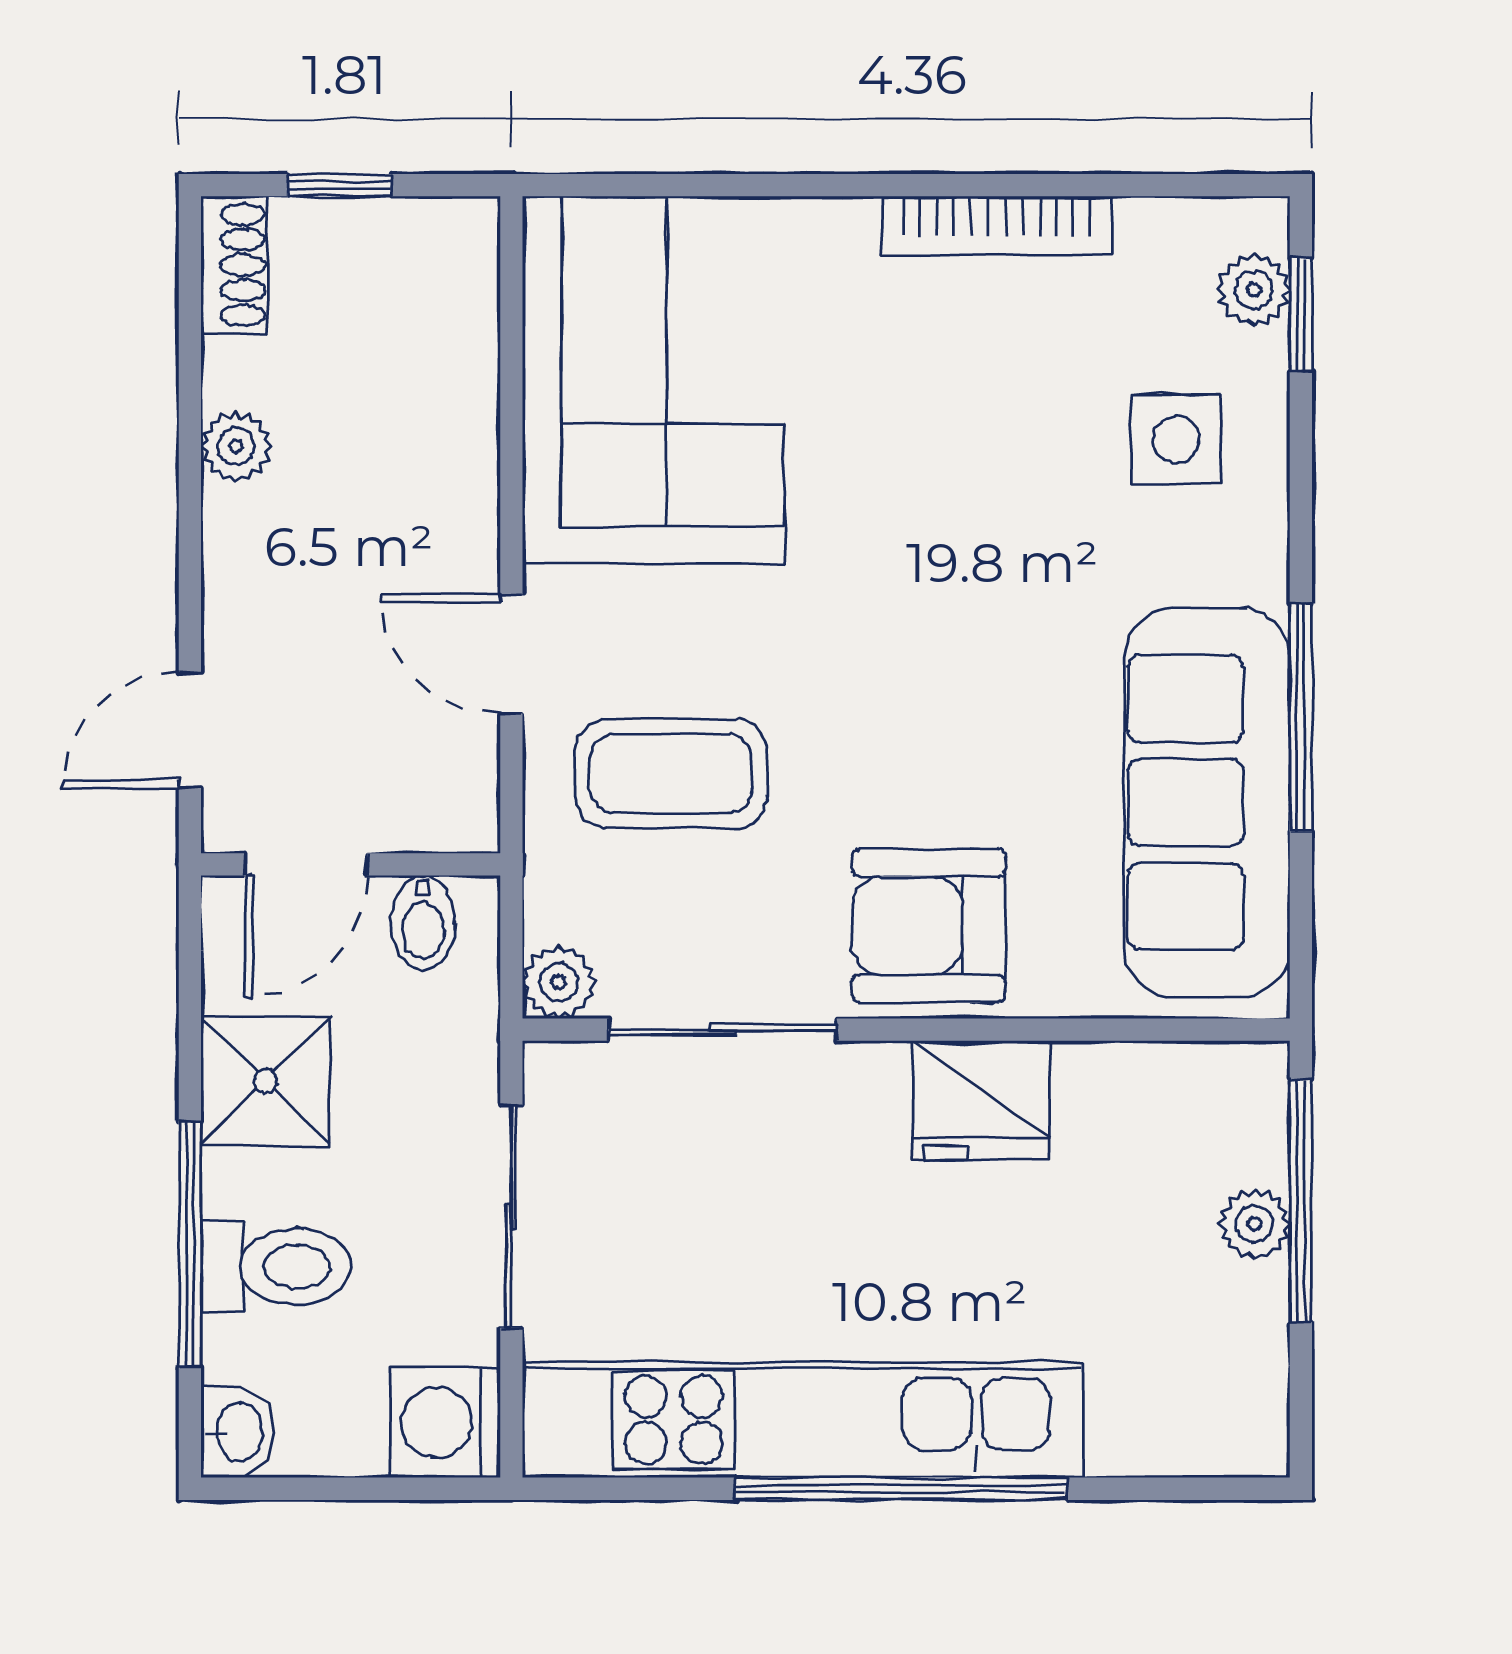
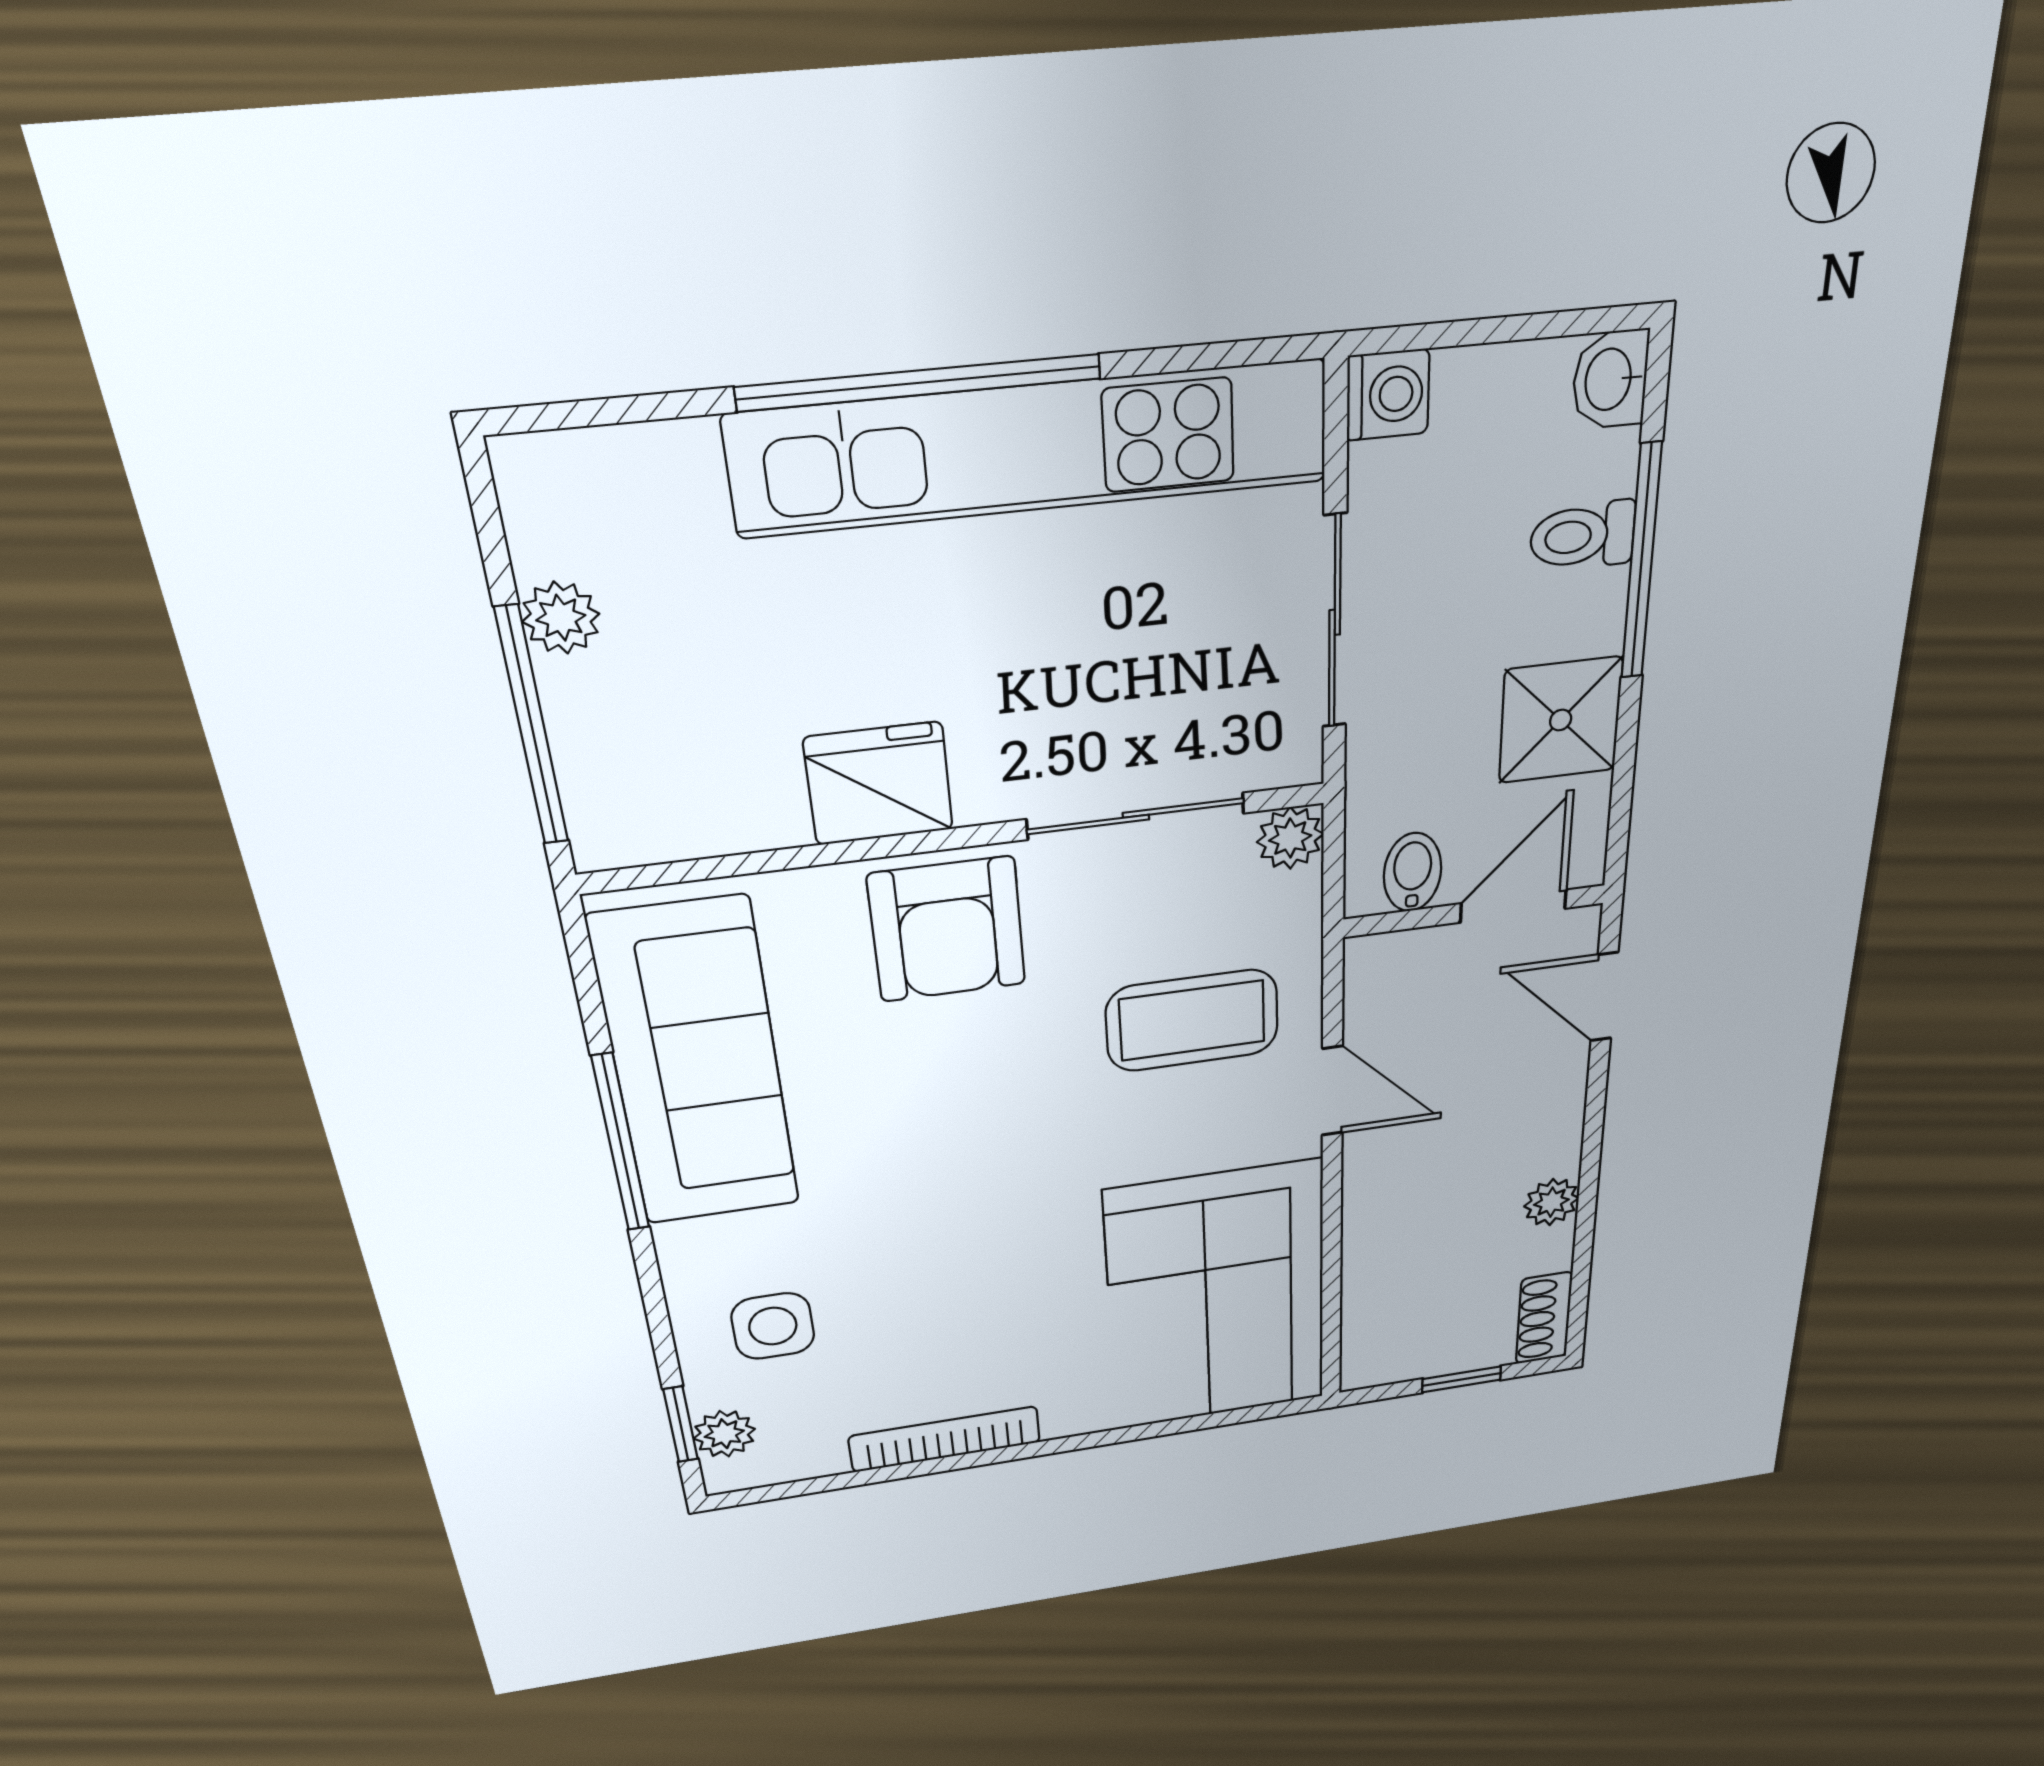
door: (190, 730) -> (1604, 997), swing flipped
armchair: (929, 926) -> (947, 929), turned 90
plant: (1255, 1224) -> (561, 618), moved
toilet: (276, 1266) -> (1583, 536), width x0.73, depth x0.72
washing machine: (445, 1423) -> (1388, 395), width x0.73, depth x0.73

